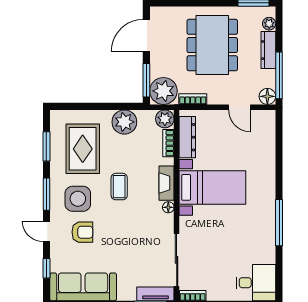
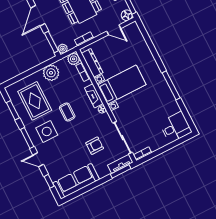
plant: (163, 91) -> (63, 49), width x0.53, depth x0.53
armchair: (82, 232) -> (95, 146), moved

